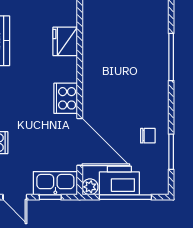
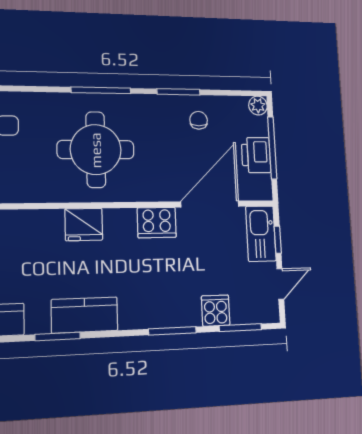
round table: (123, 52) -> (96, 150), added
window: (171, 152) -> (179, 92), moved
printer: (119, 180) -> (256, 155), width x0.73, depth x0.84
plant: (90, 187) -> (258, 106), moved

